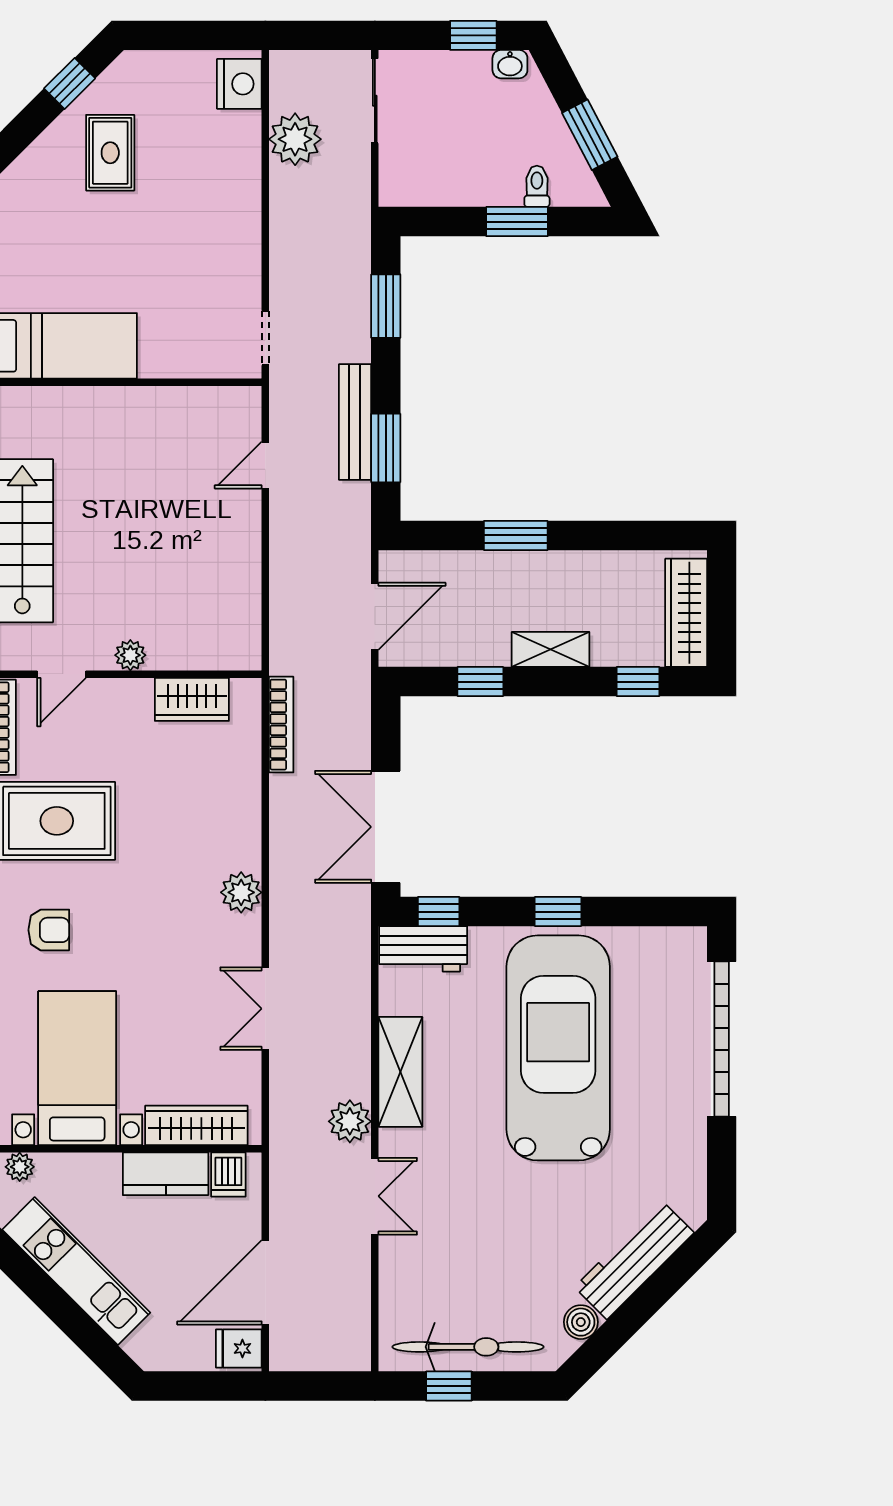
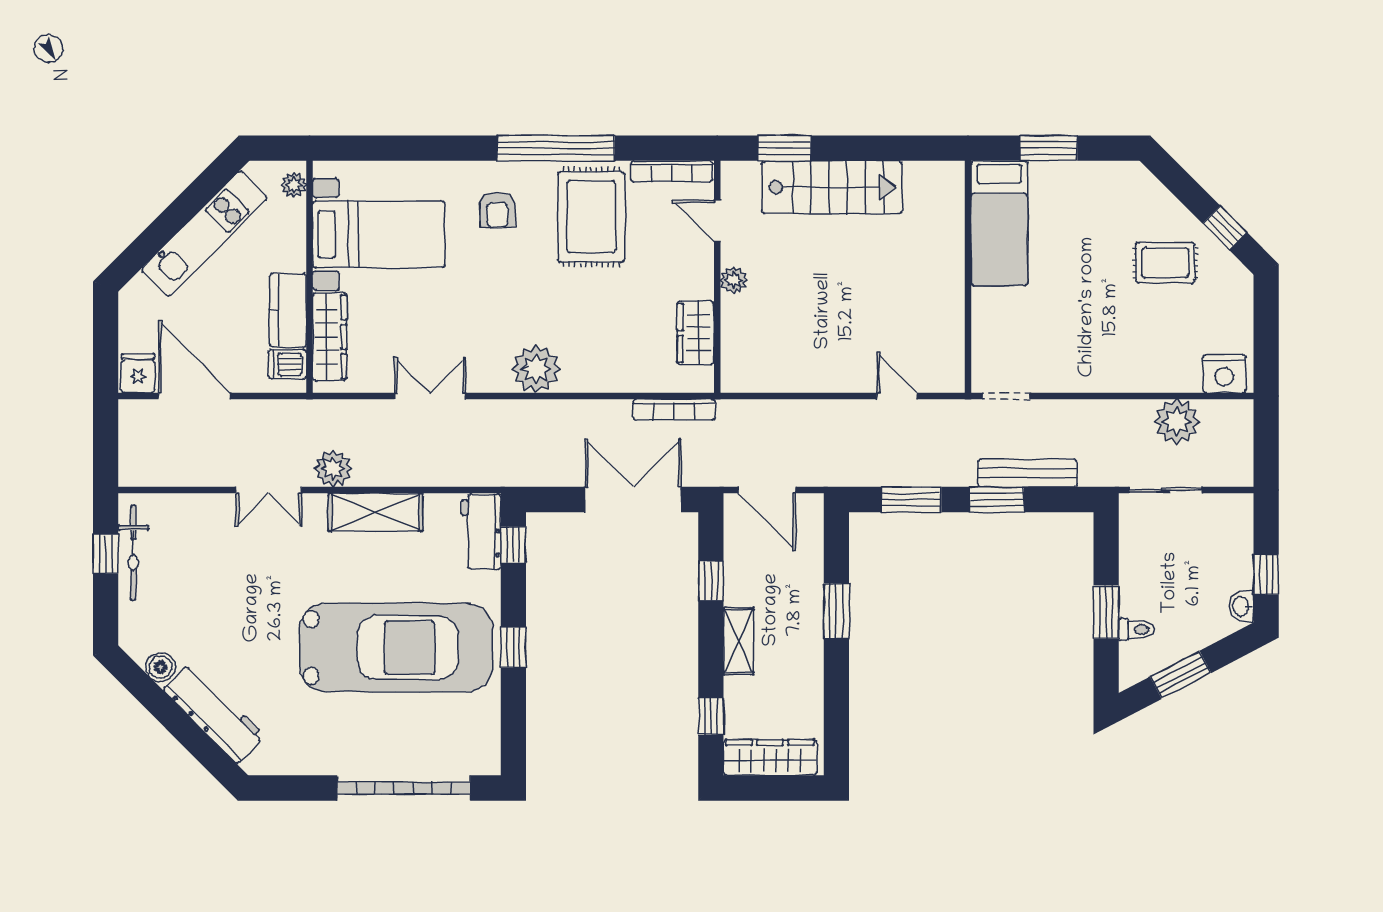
sliding door: (375, 101) -> (1165, 490), moved
window: (386, 306) -> (996, 499), moved
bench: (355, 422) -> (1027, 473), moved
double door: (386, 827) -> (633, 499), moved
plant: (241, 892) -> (536, 369), width x1.36, depth x1.36
bicycle: (468, 1347) -> (133, 553), width x0.73, depth x0.71

